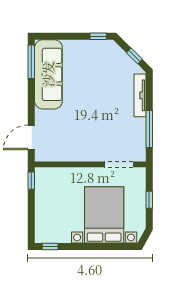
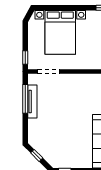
tv unit: (140, 95) -> (32, 102), moved
window: (149, 200) -> (25, 57), moved

